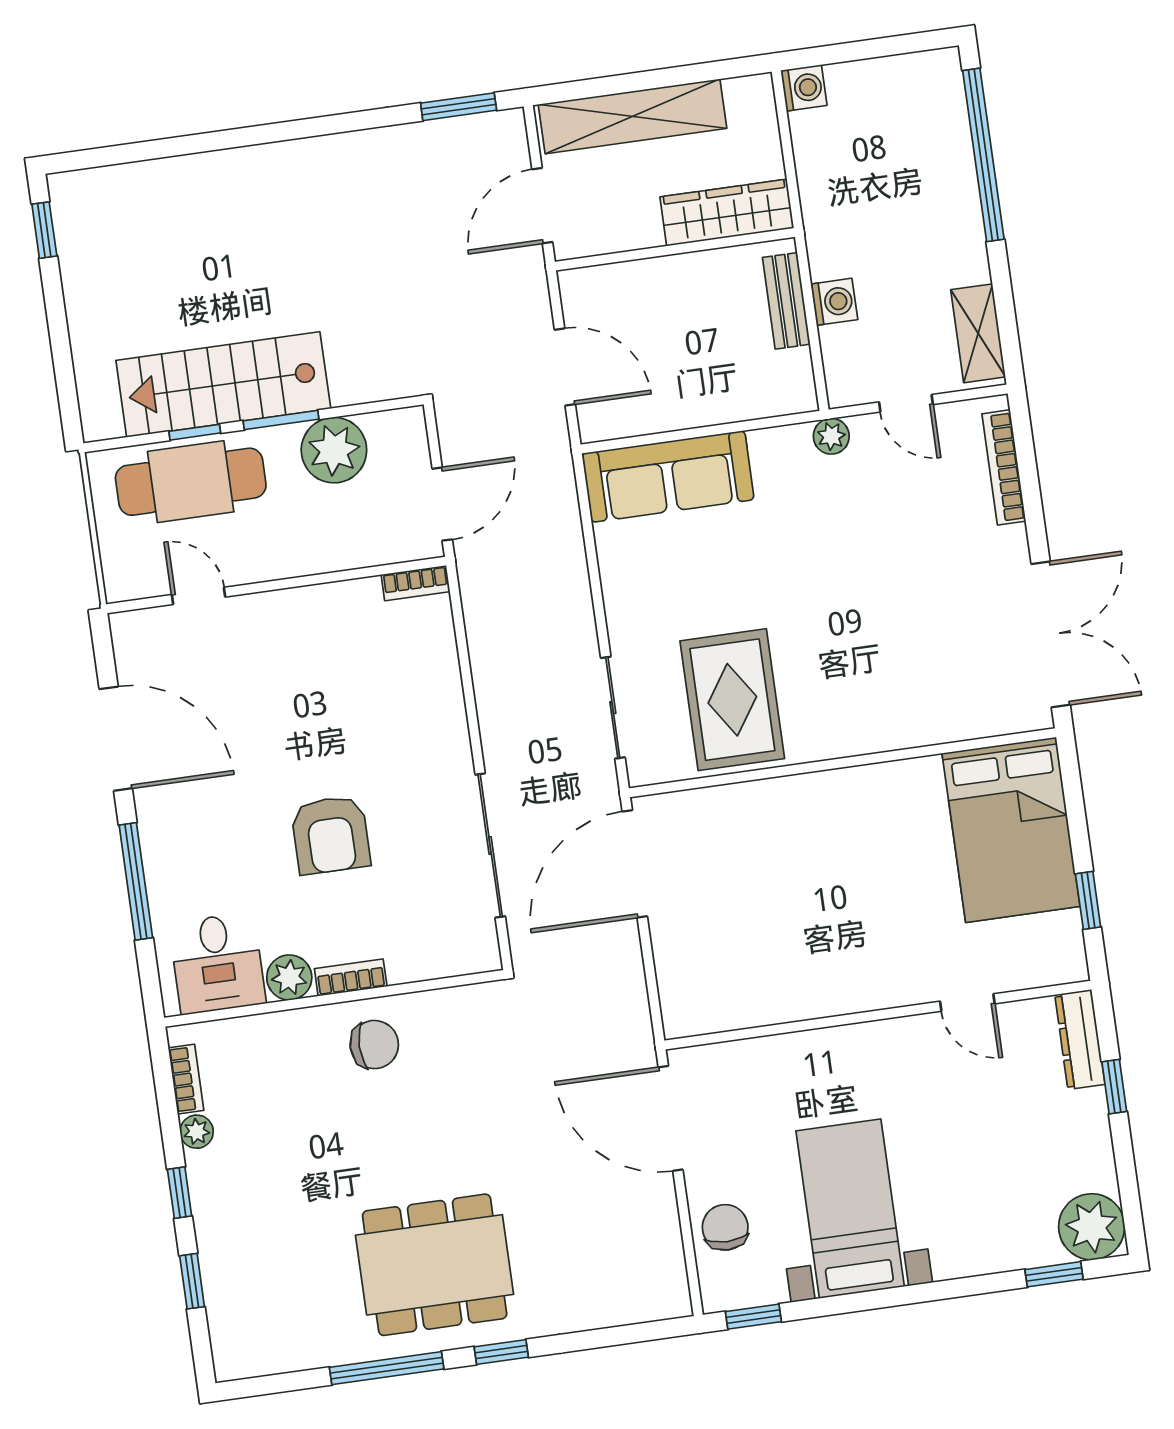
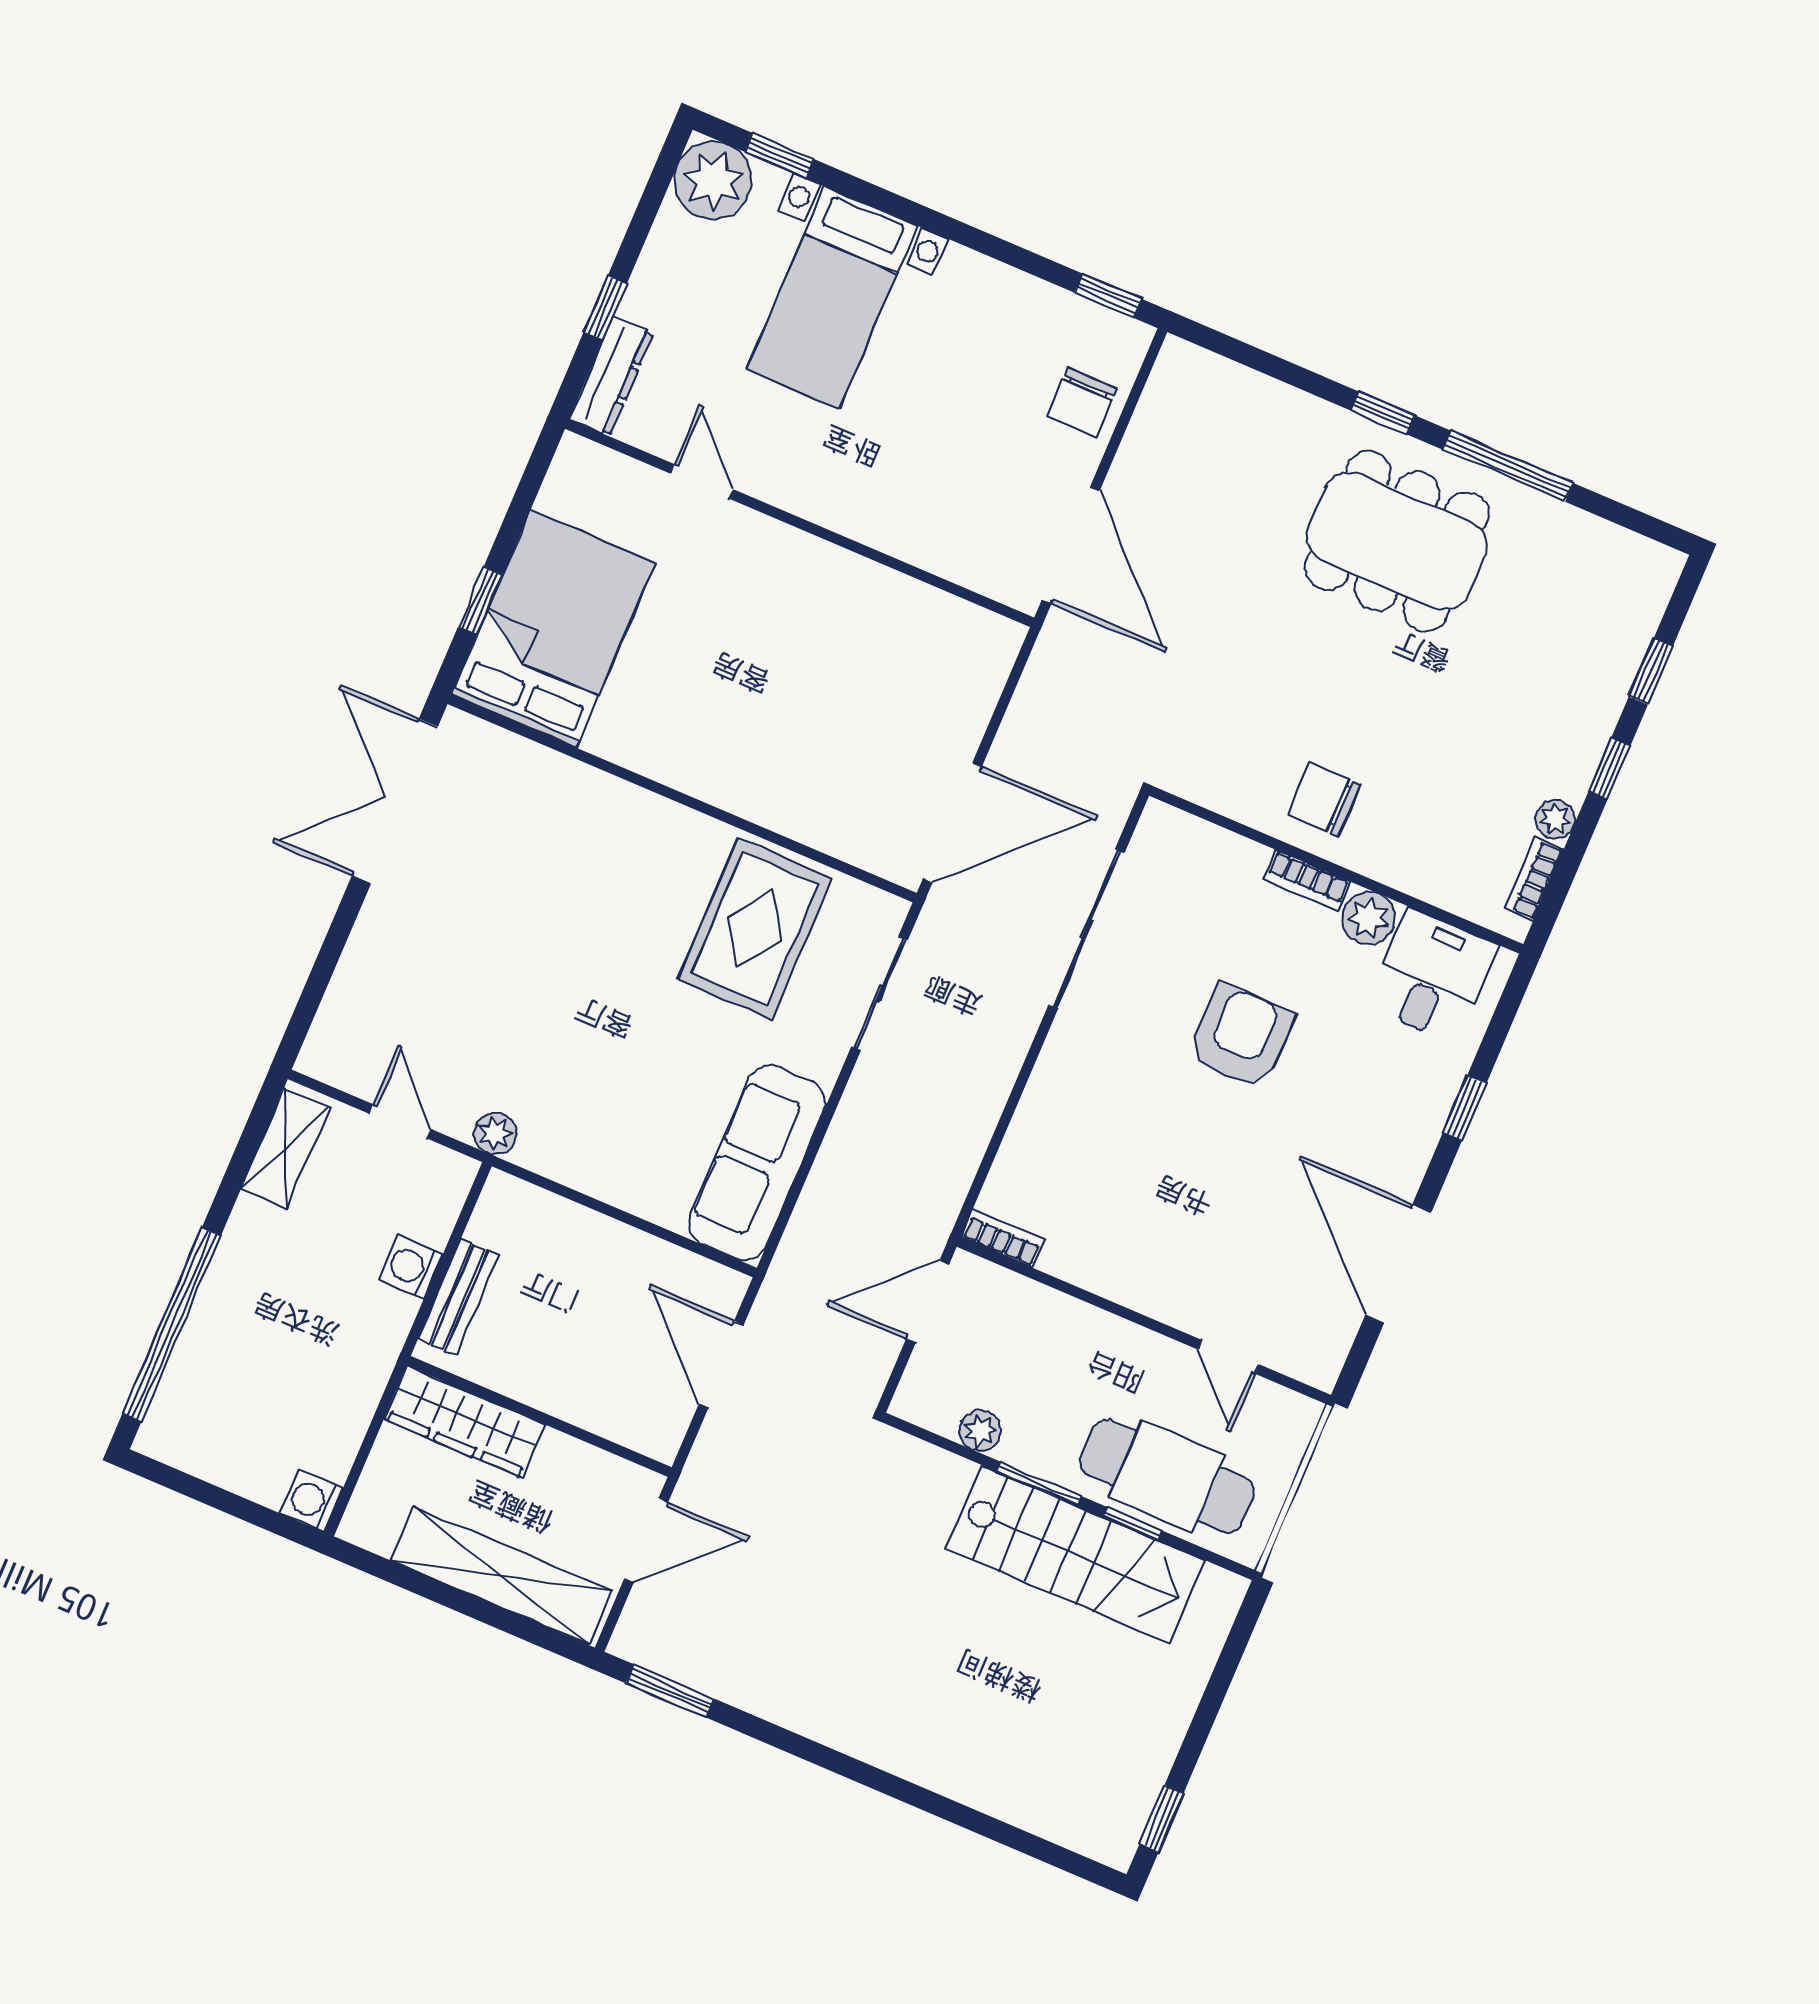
plant: (334, 450) -> (980, 1431), width x0.53, depth x0.53
bookcase: (1004, 467) -> (341, 998), removed
sofa: (668, 476) -> (757, 1163), moved, turned -90
window: (136, 881) -> (1465, 1108), width x0.46
window: (1088, 900) -> (480, 601), moved
bed with nightstands: (850, 1209) -> (832, 297), moved

